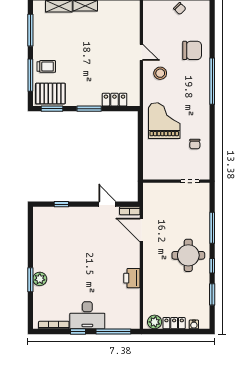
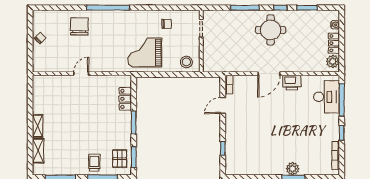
stool: (160, 73) -> (186, 62), moved
pallet: (50, 94) -> (120, 159), width x0.67, depth x0.71
door: (141, 230) -> (269, 74), moved
desk: (87, 315) -> (327, 97), moved

